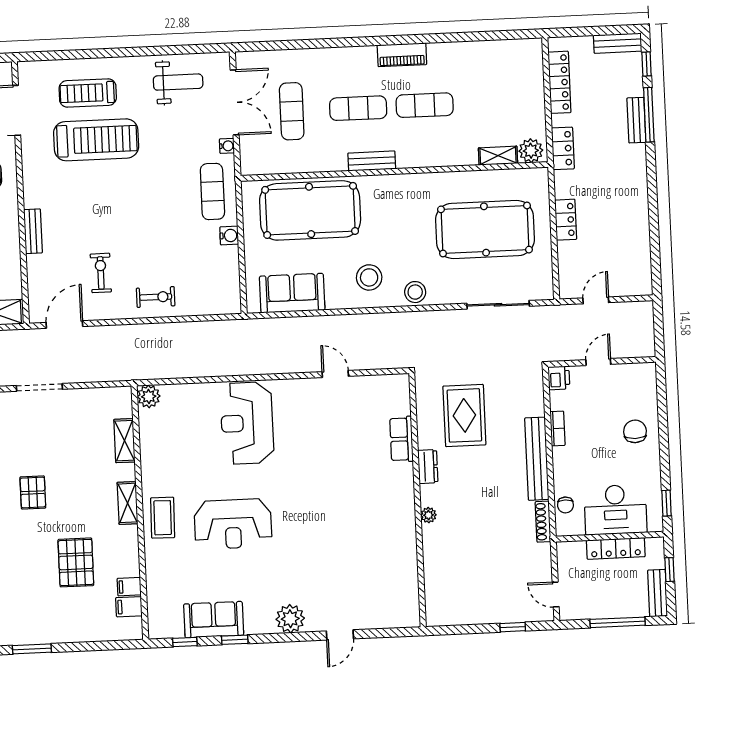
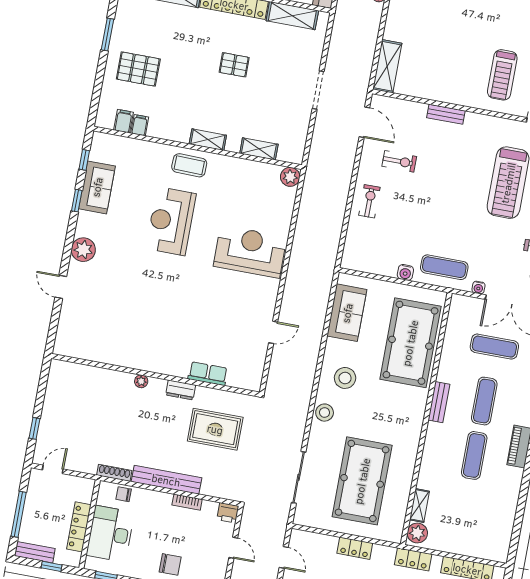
exercise bike: (156, 297) -> (369, 201), turned 180
pallet: (76, 562) -> (138, 69), moved

